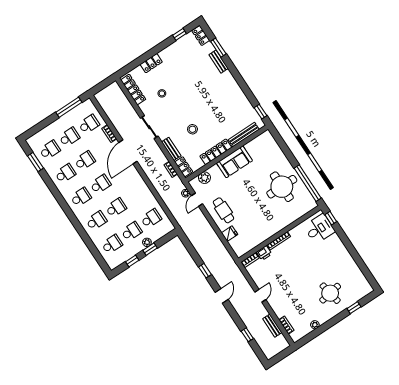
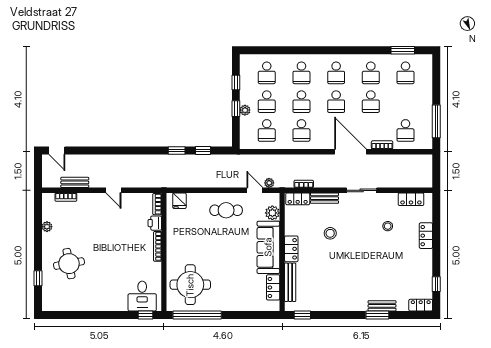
window: (218, 48) -> (377, 315), moved
locker: (133, 90) -> (411, 199), width x0.66
school desk: (69, 137) -> (301, 130), moved
locker: (255, 144) -> (273, 287), added
locker: (216, 152) -> (291, 249), width x0.66
sofa: (234, 162) -> (268, 247), width x1.36
round table: (282, 187) -> (190, 285), moved
fridge: (230, 234) -> (179, 201), moved
door: (222, 296) -> (57, 150), moved
window: (247, 335) -> (203, 150), moved

